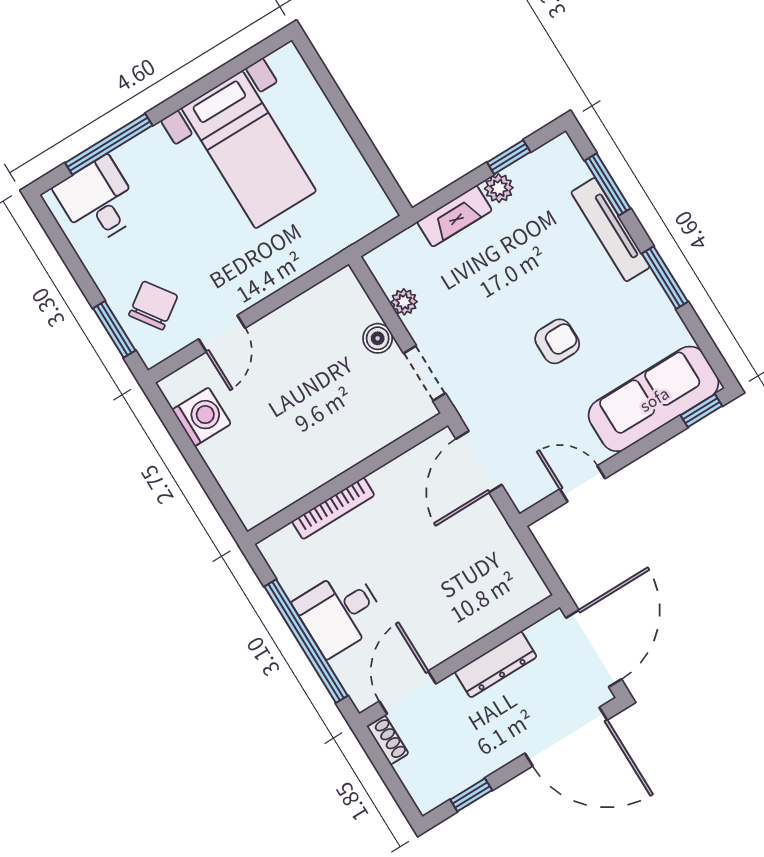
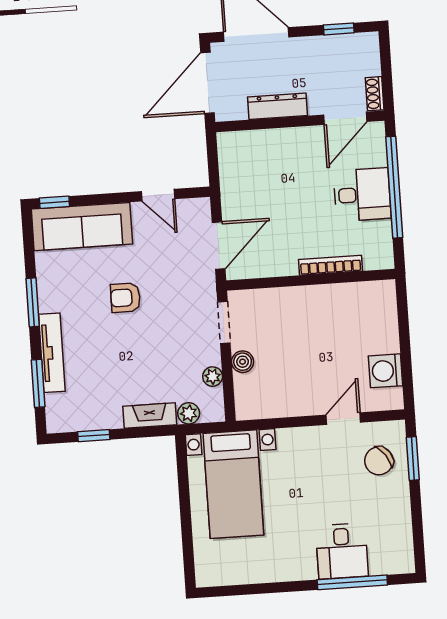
bed with nightstands: (249, 150) -> (233, 484), moved, turned 180
plant: (499, 188) -> (189, 413), moved
desk: (98, 201) -> (342, 551), moved

